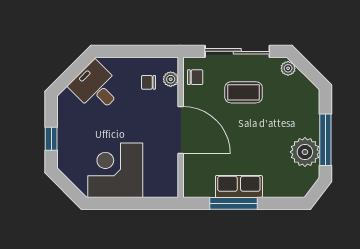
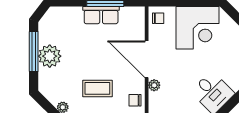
plant: (171, 79) -> (154, 85), moved
chair: (148, 82) -> (158, 18), moved
plant: (305, 152) -> (50, 56), moved

